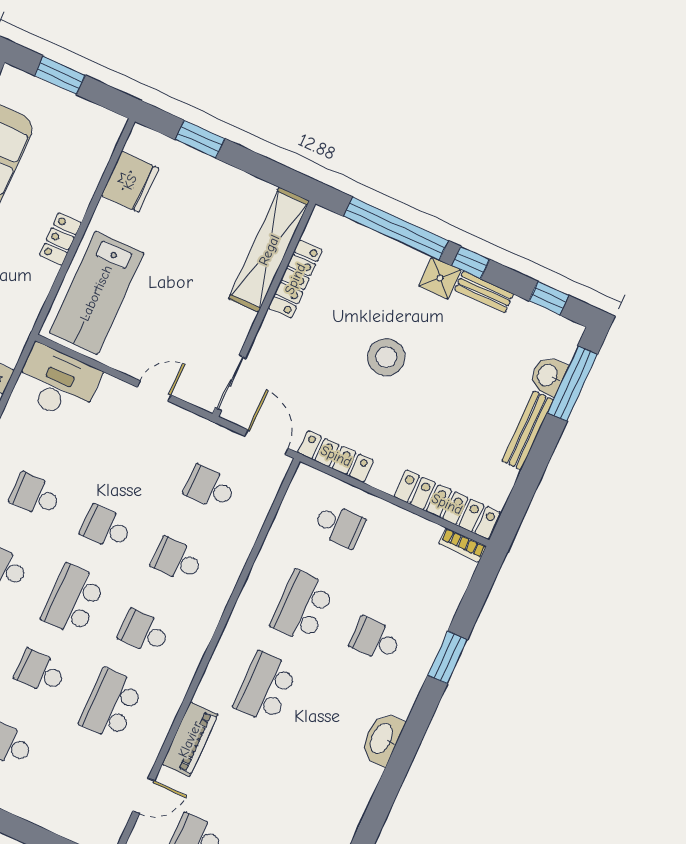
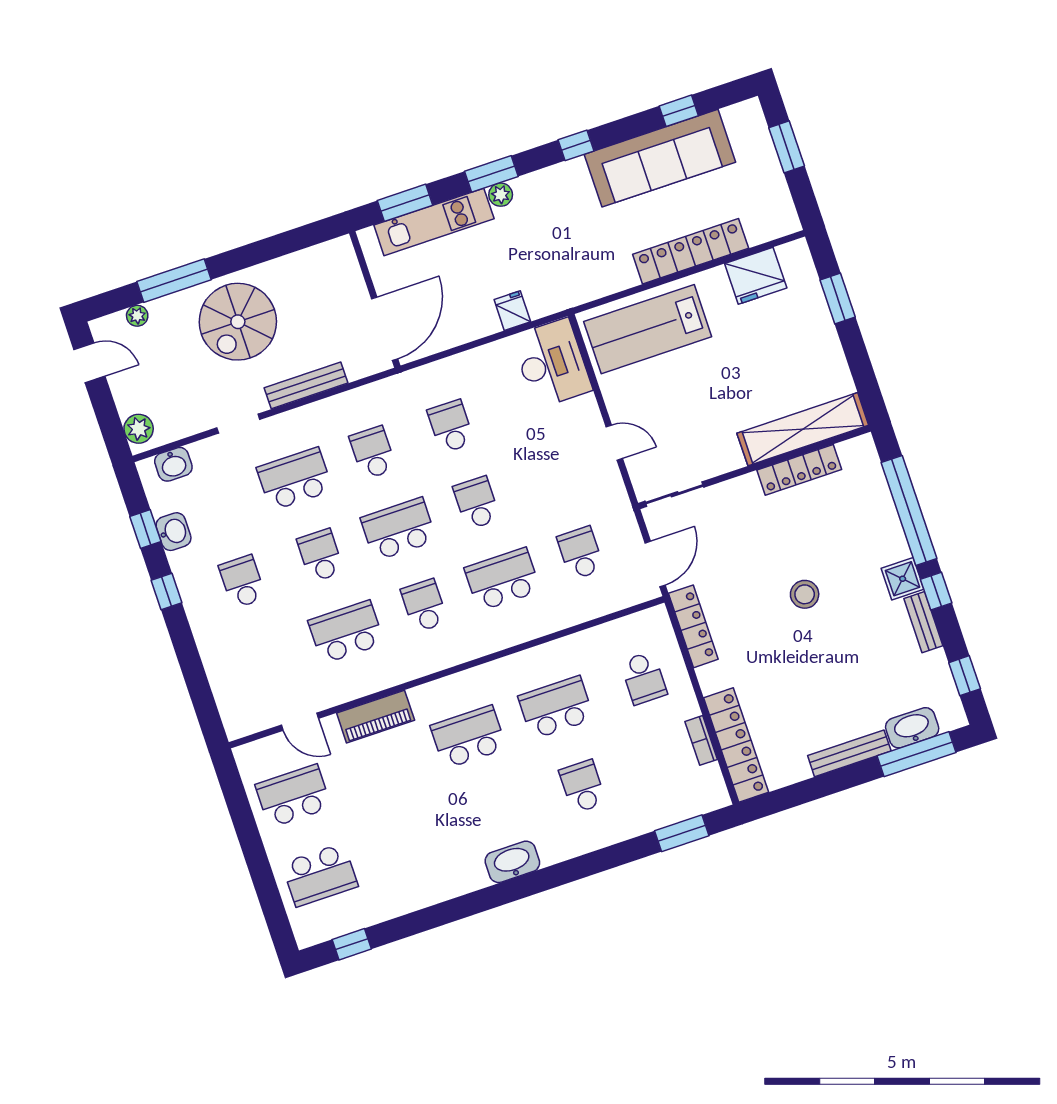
locker: (60, 239) -> (691, 251), width x2.16, depth x1.21
stool: (386, 357) -> (805, 594), width x0.73, depth x0.73
washbasin: (548, 375) -> (912, 728), width x1.38
bookcase: (463, 545) -> (701, 740), moved
school desk: (177, 560) -> (502, 579), width x1.85
window: (448, 657) -> (682, 833), moved

